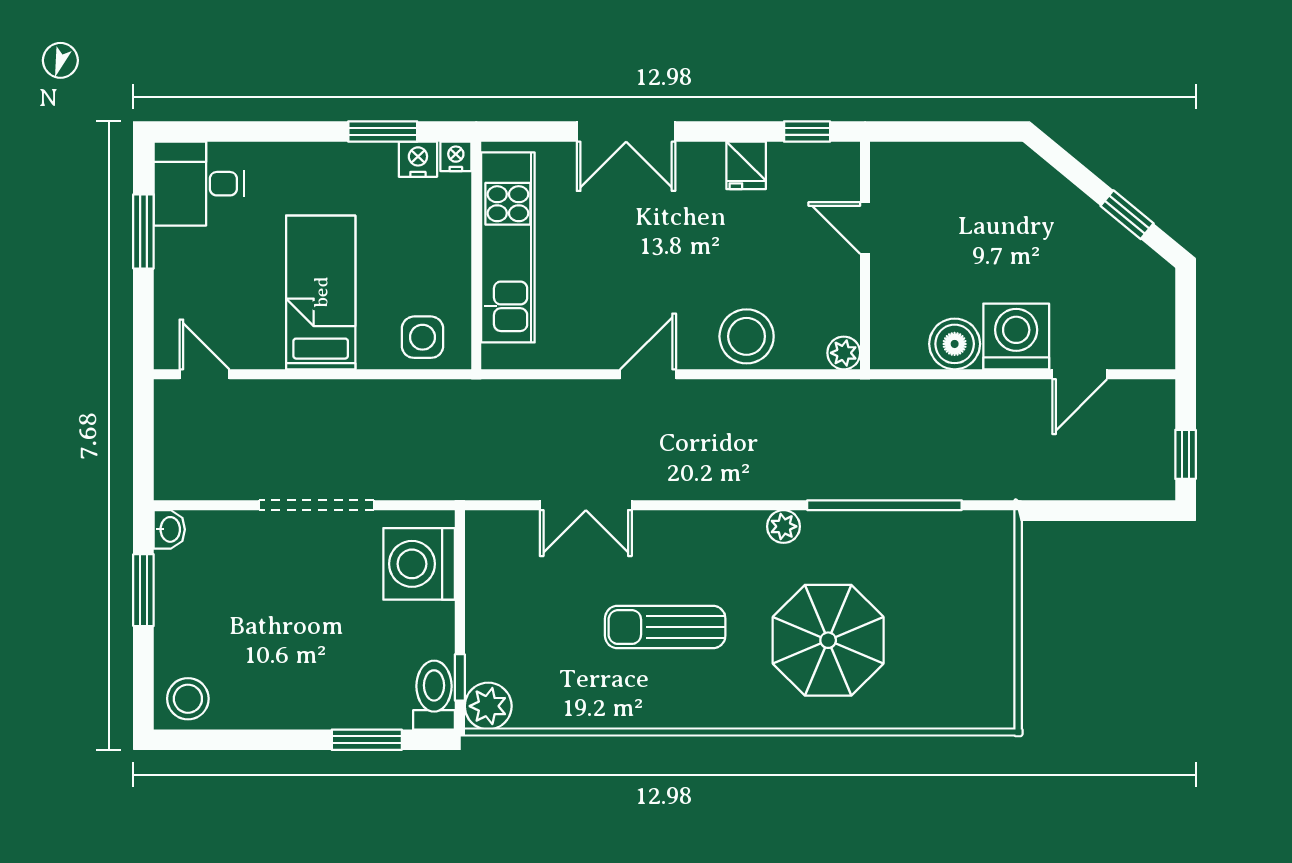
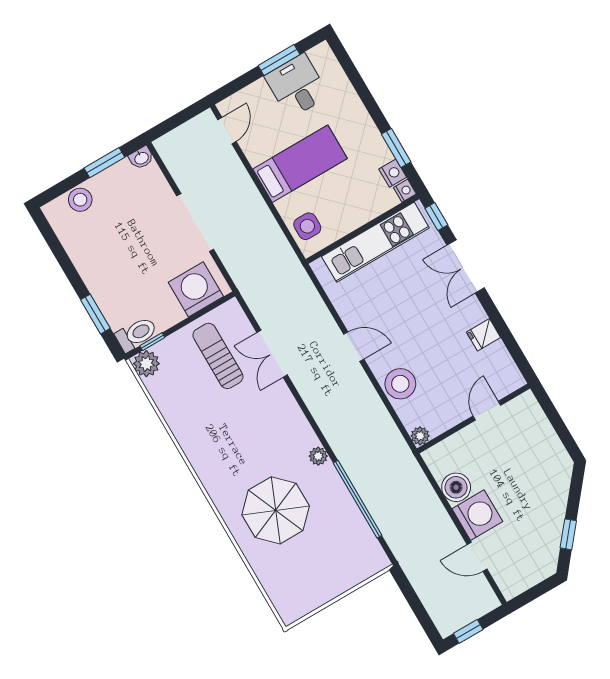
window: (807, 131) -> (436, 217), moved
desk: (199, 184) -> (297, 86), moved
sun lounger: (665, 627) -> (218, 356), moved
stool: (188, 699) -> (80, 200), moved

